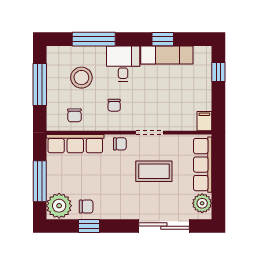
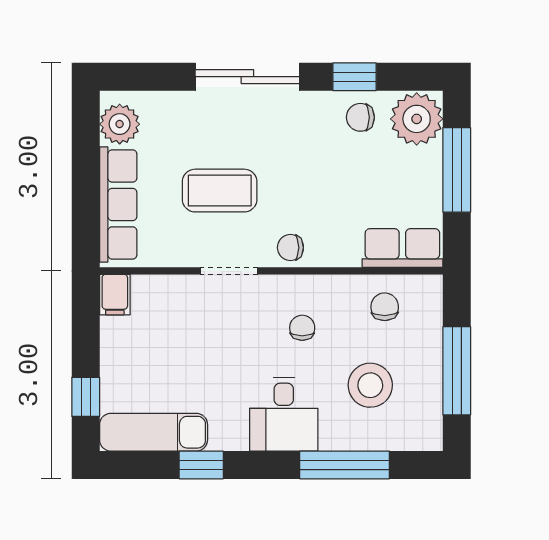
exam couch: (167, 55) -> (154, 432), moved
row of seats: (75, 144) -> (402, 248), width x0.68
sliding door: (164, 226) -> (247, 77), moved

